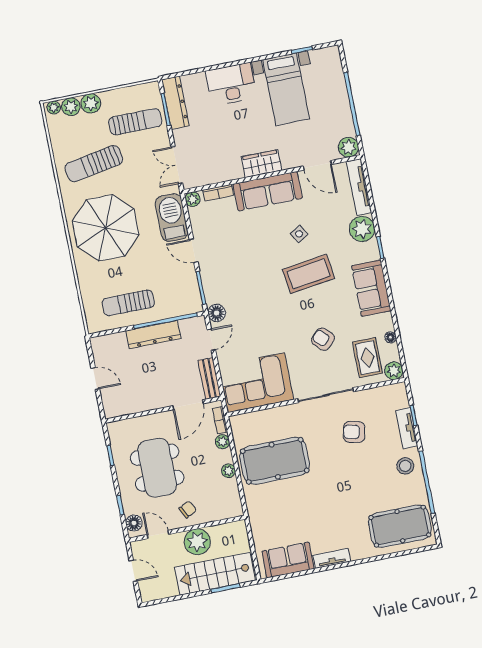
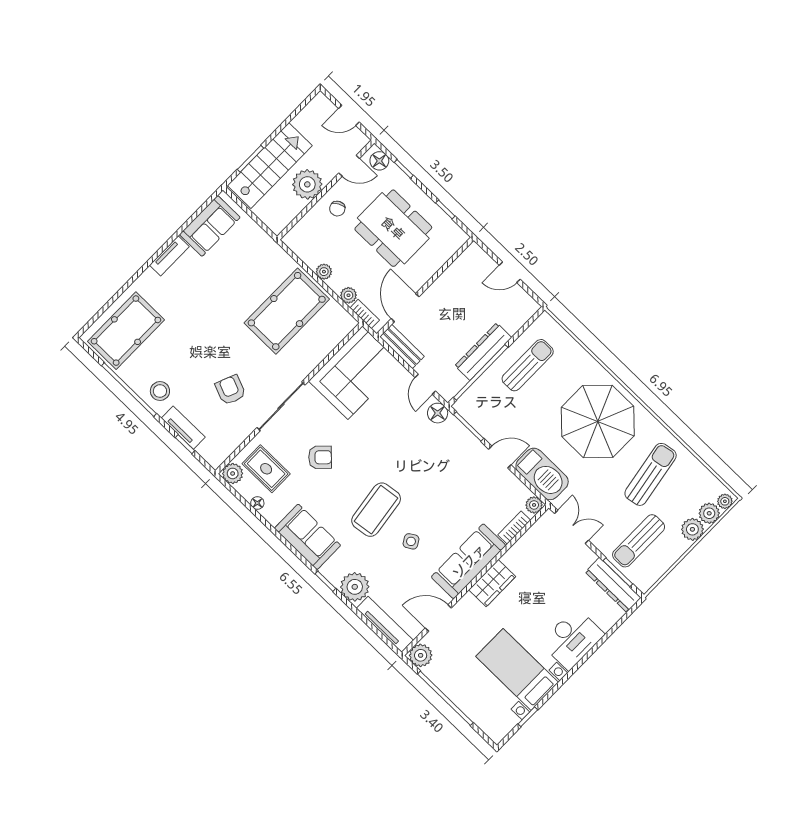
armchair: (354, 432) -> (230, 390), turned -81

